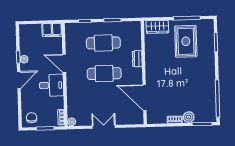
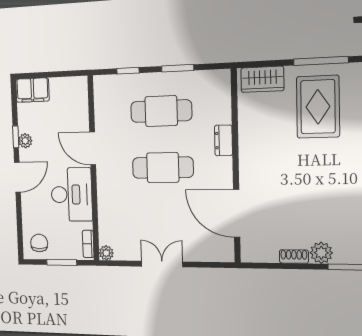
filing cabinet: (52, 30) -> (32, 90), moved
desk: (51, 85) -> (72, 195), width x1.37

